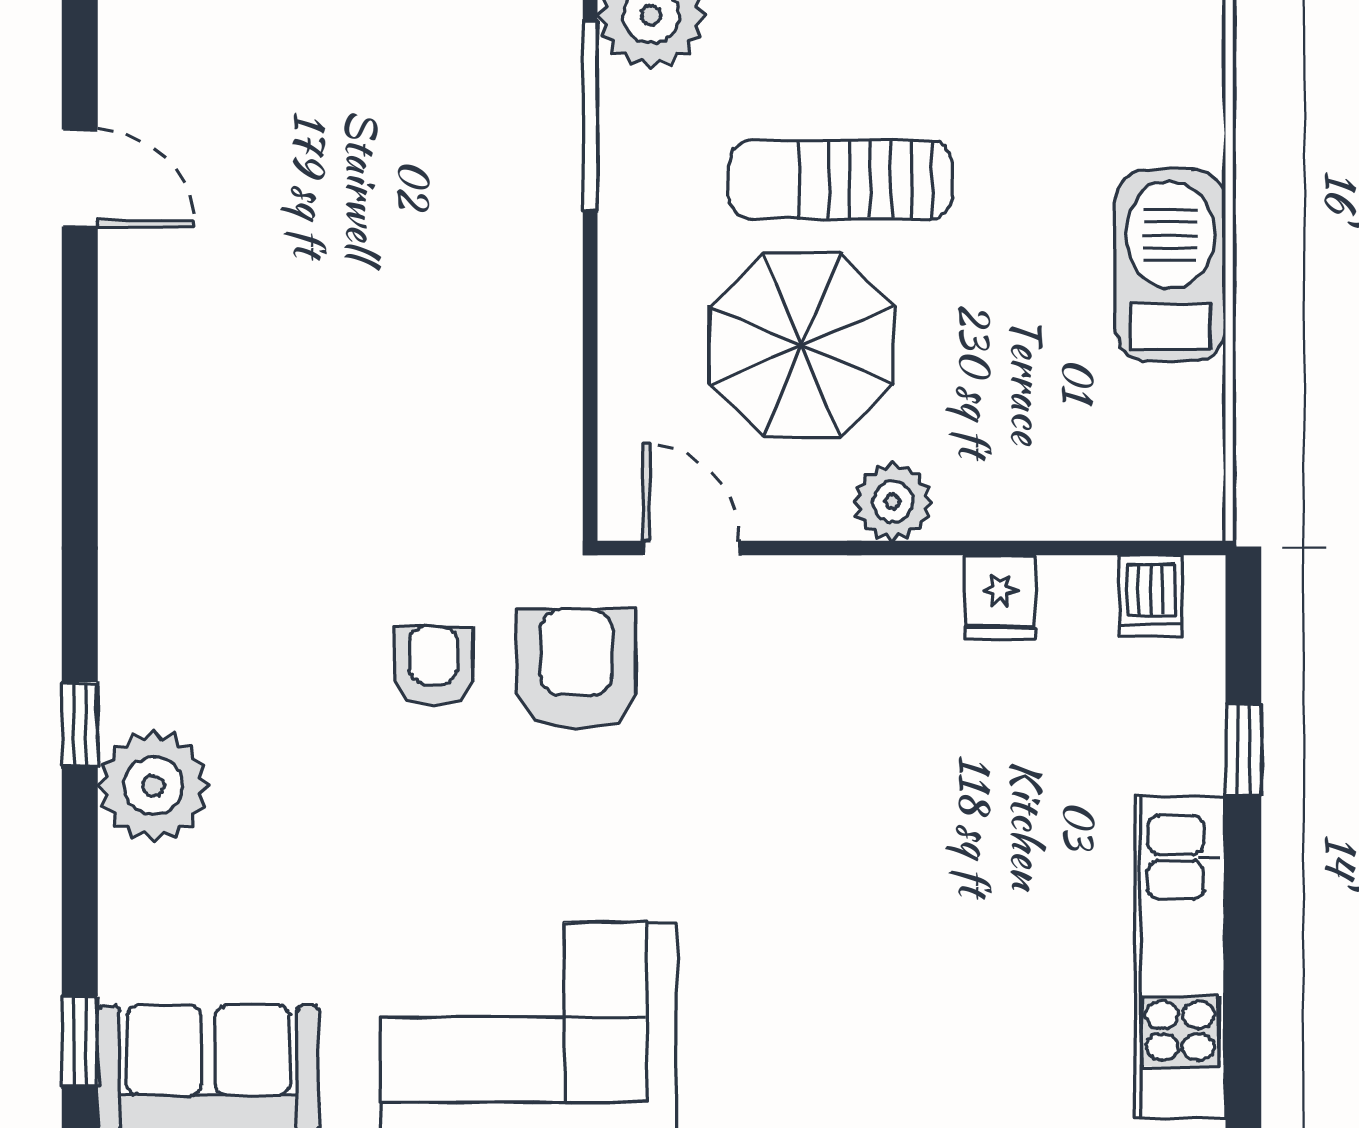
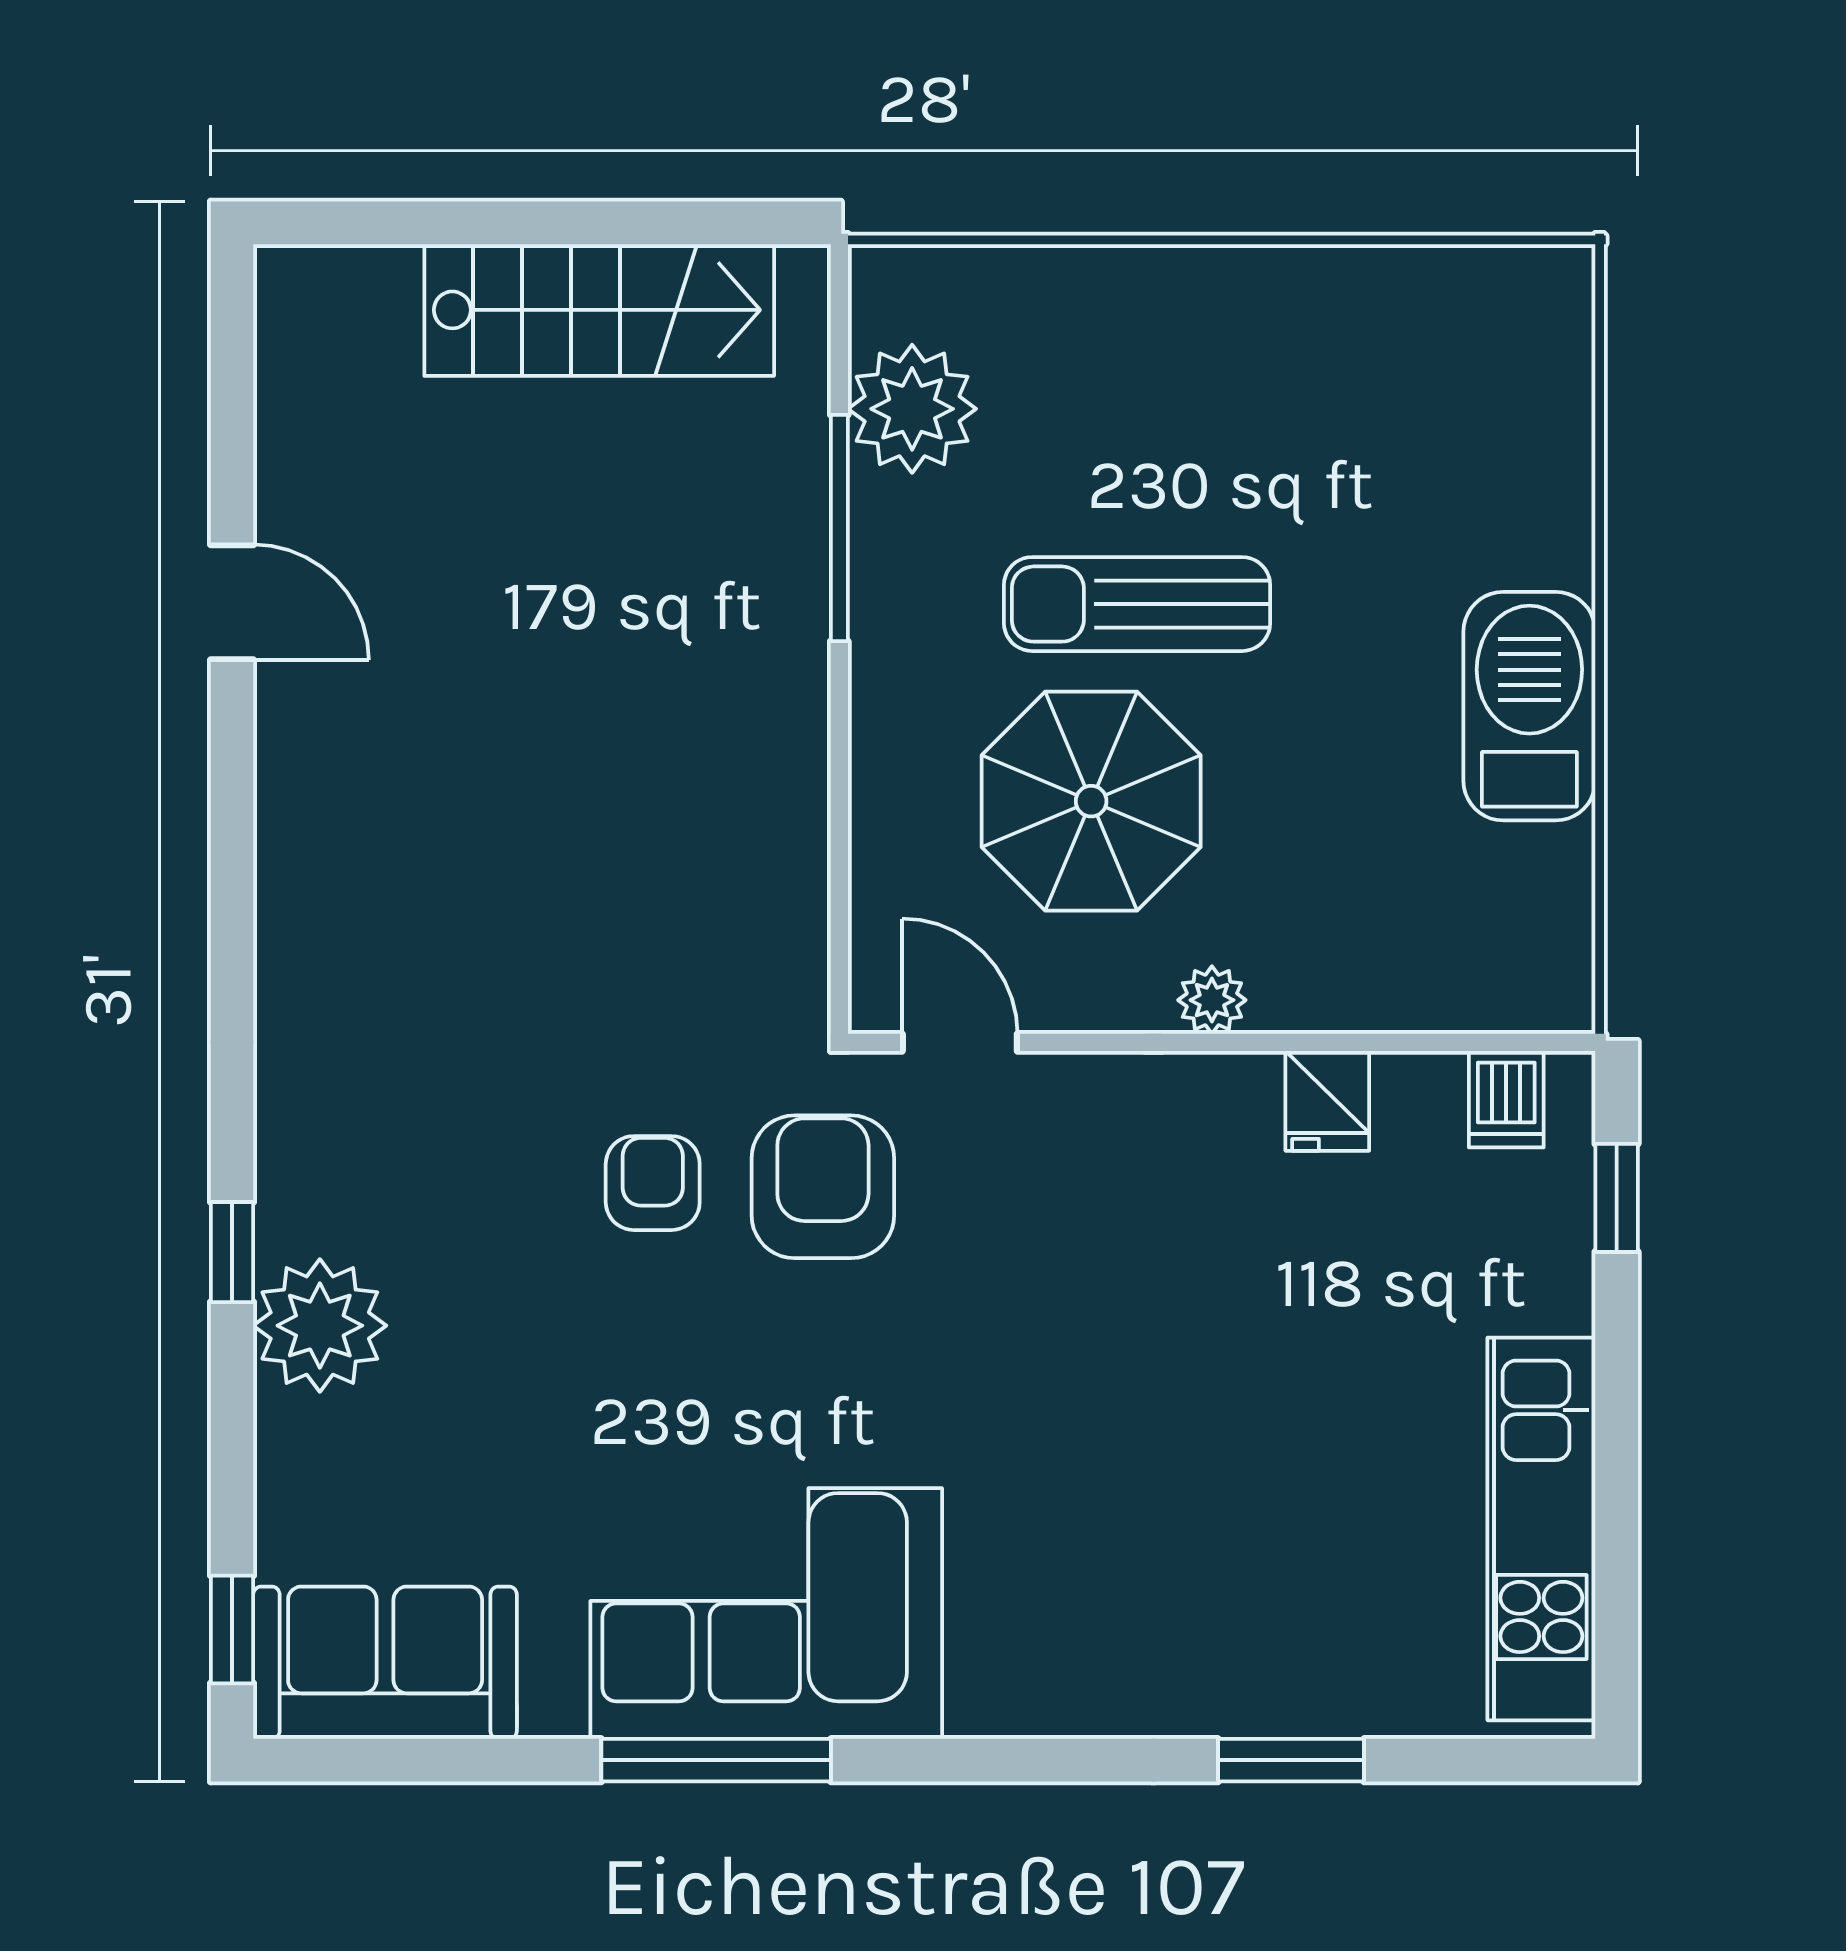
plant: (893, 502) -> (1212, 1000), width x0.73, depth x0.73
window: (1243, 750) -> (1617, 1198), moved

